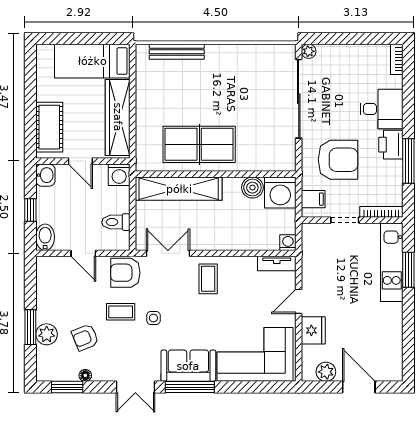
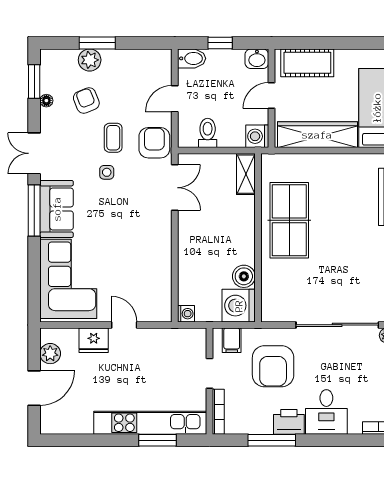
shelving: (179, 189) -> (246, 174), width x0.45, depth x0.75
kitchen unit: (392, 262) -> (150, 423), width x1.36
tv unit: (277, 263) -> (164, 302), removed
coffee table: (208, 279) -> (148, 230), removed

